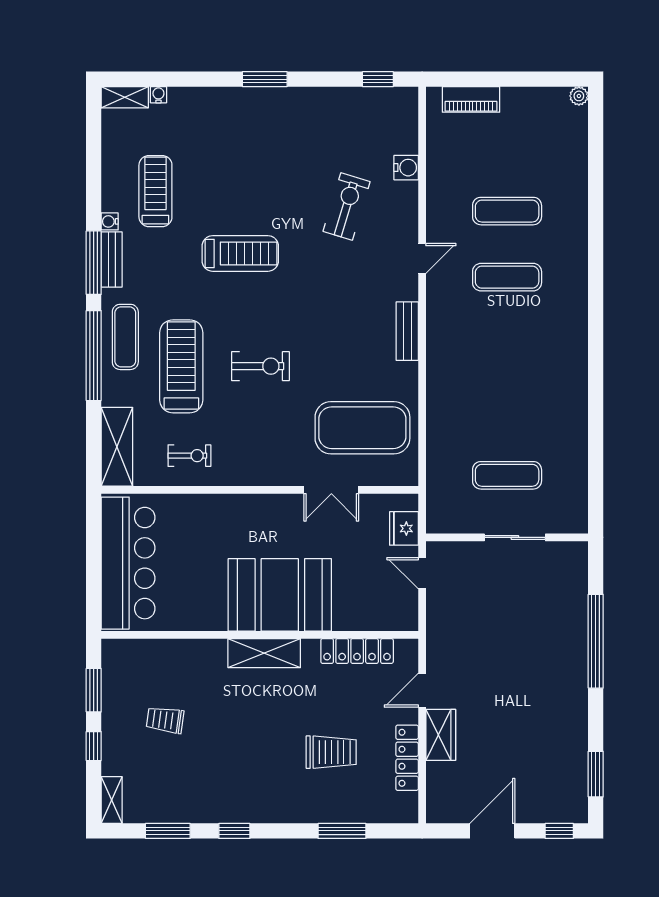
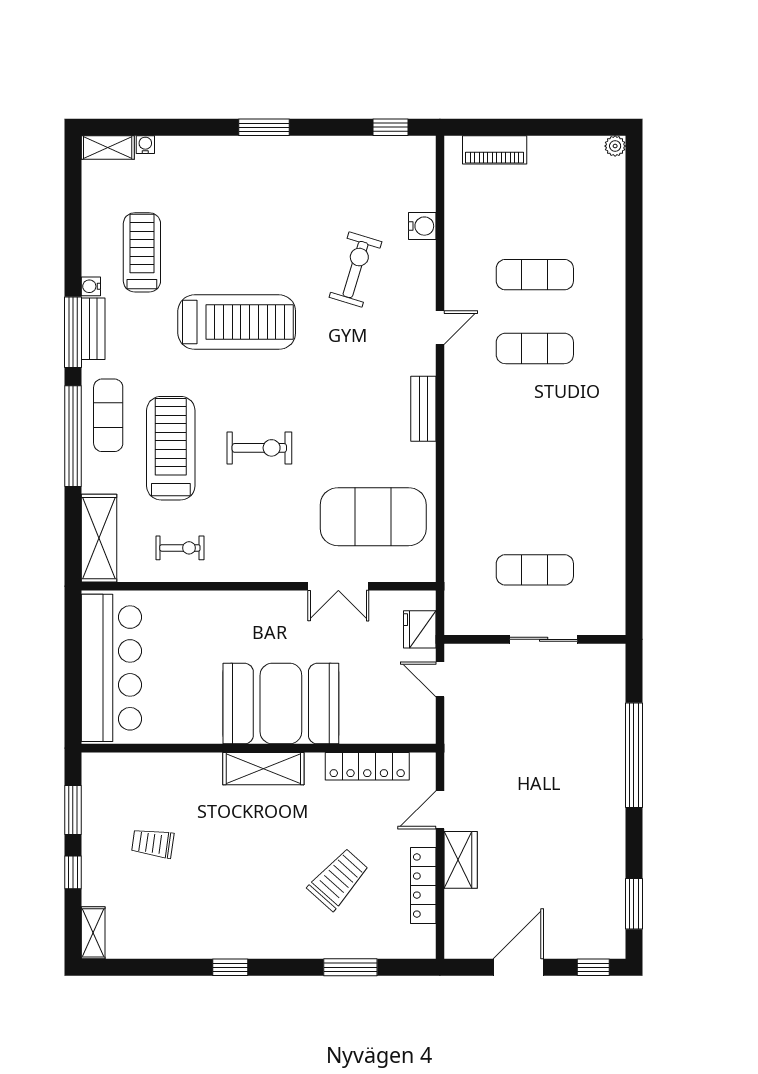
treadmill: (240, 253) -> (237, 322), width x1.37, depth x1.38
trolley: (331, 752) -> (338, 879), turned -48
window: (168, 831) -> (156, 967), removed

